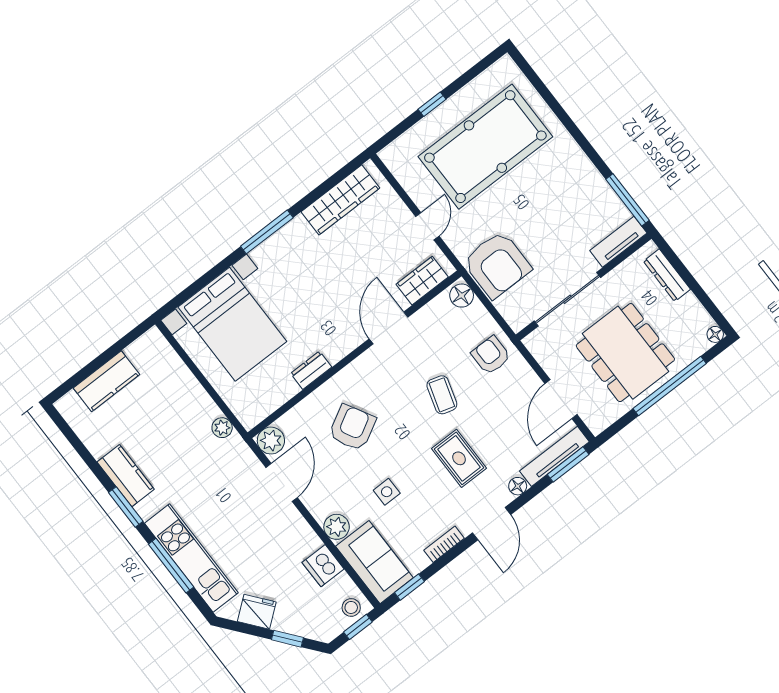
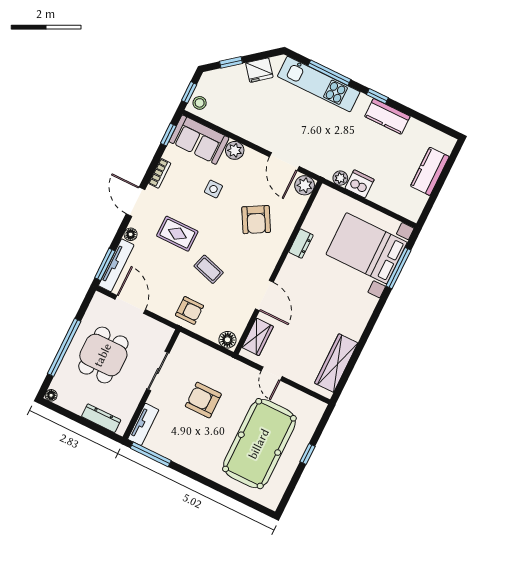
window: (267, 232) -> (398, 268), moved
armchair: (497, 265) -> (203, 400), moved, width x0.73, depth x0.73
sliding door: (567, 299) -> (158, 371), width x0.73
dining table: (625, 353) -> (103, 355), width x0.73
window: (126, 507) -> (377, 96), width x0.67
dishwasher: (323, 566) -> (360, 184), moved

